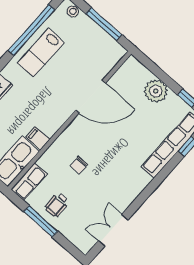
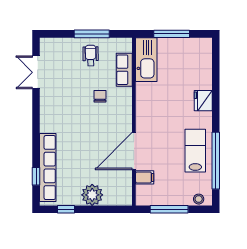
filing cabinet: (38, 138) -> (145, 177), moved
row of seats: (29, 182) -> (124, 70), moved
double door: (113, 230) -> (36, 72), swing flipped

